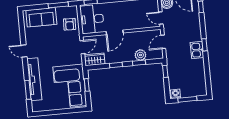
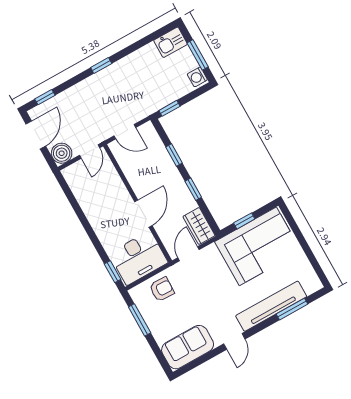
sofa: (41, 17) -> (188, 347), moved, turned -90
door: (115, 32) -> (143, 214), hinge flipped
door: (82, 47) -> (189, 254), hinge flipped
kitchen sink: (197, 50) -> (171, 42), moved
plant: (140, 55) -> (161, 158), removed

